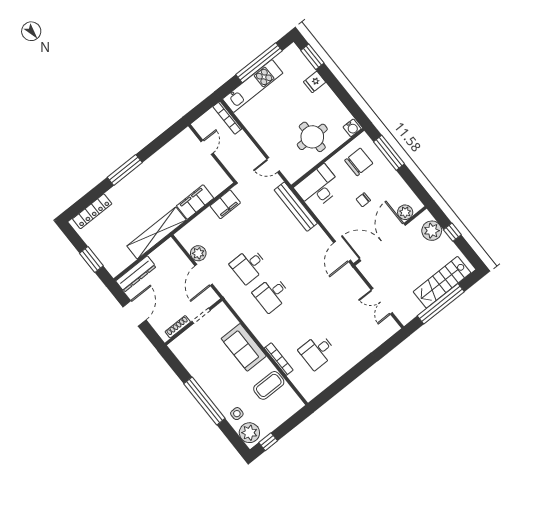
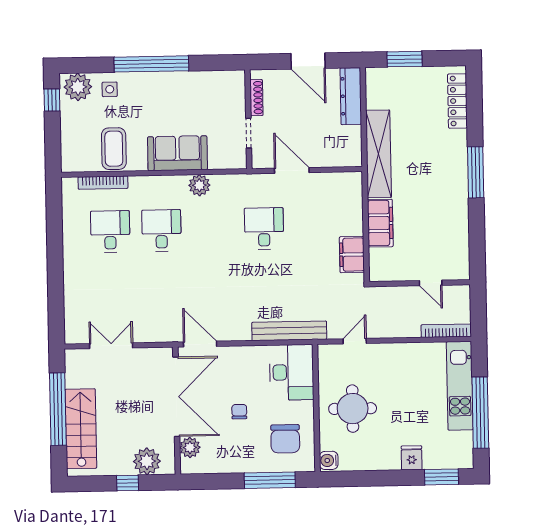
plant: (198, 253) -> (199, 185), moved
desk: (272, 294) -> (161, 231), moved
bookcase: (279, 359) -> (103, 183), moved

